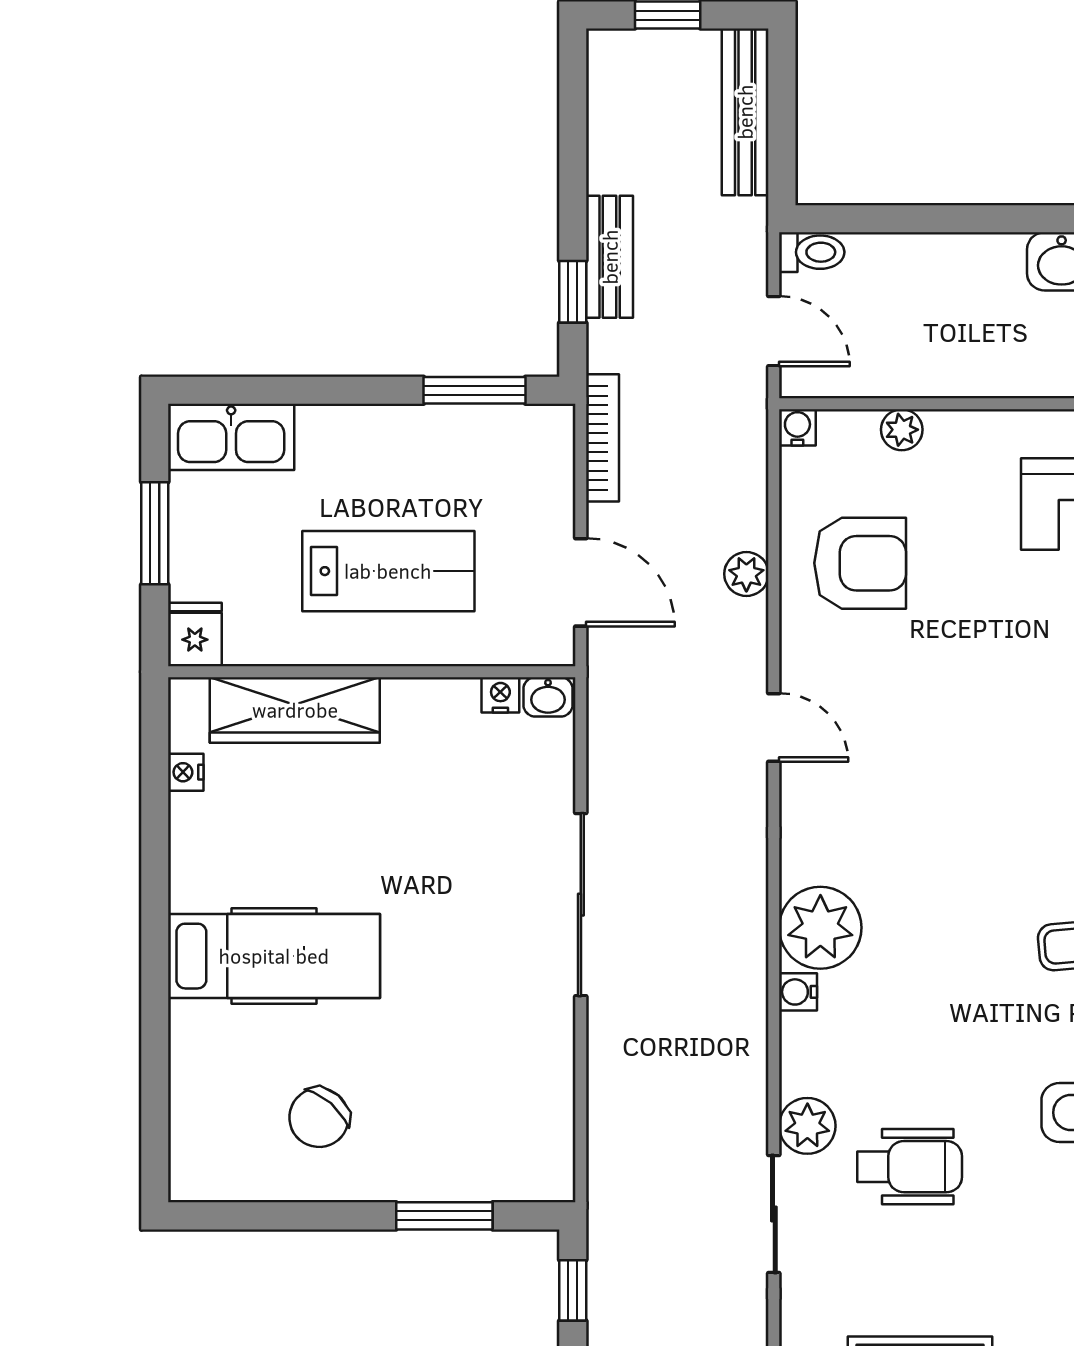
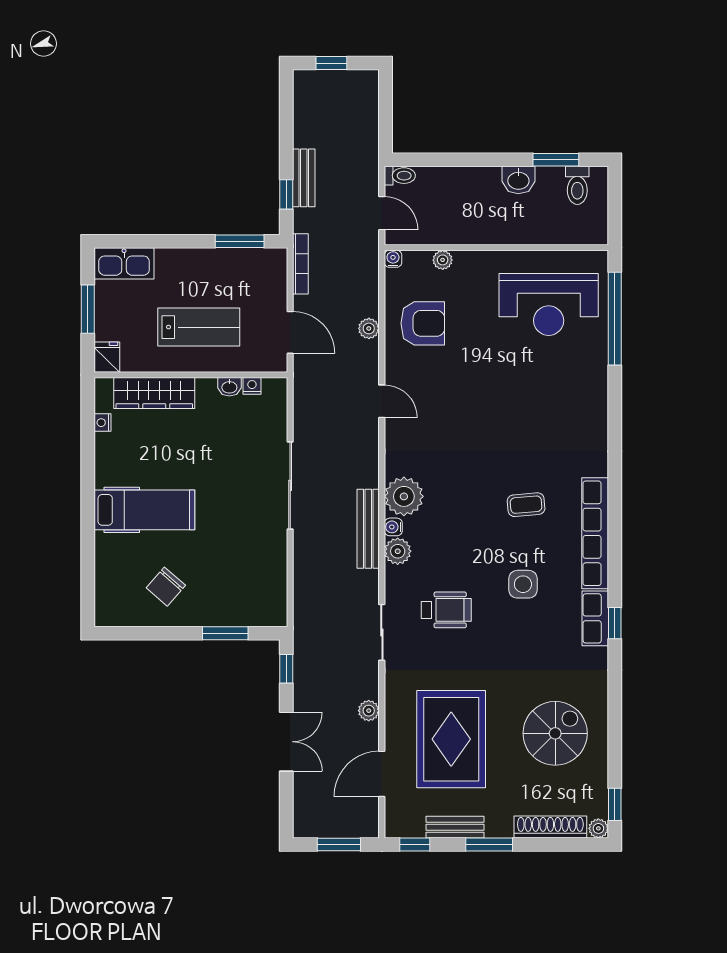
bench: (745, 112) -> (368, 529), moved
washbasin: (548, 697) -> (229, 387), moved
plant: (807, 1126) -> (398, 551), moved

